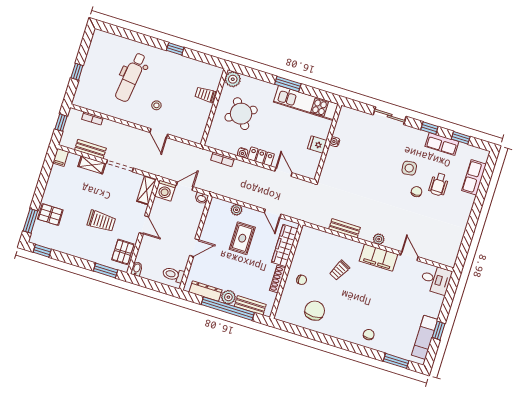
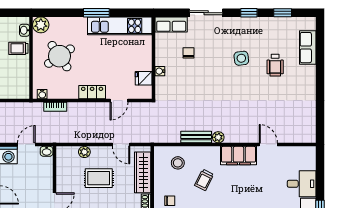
washbasin: (216, 79) -> (24, 30), added
water cooler: (335, 142) -> (160, 71), moved
row of seats: (442, 144) -> (171, 24), moved
fridge: (317, 145) -> (144, 78), moved
water cooler: (243, 153) -> (42, 94), moved
door: (283, 172) -> (119, 101), swing flipped
chair: (416, 192) -> (188, 53), moved
rug: (242, 238) -> (99, 178), turned 90
plant: (379, 239) -> (218, 137), moved
stool: (320, 247) -> (178, 163), added
desk: (436, 279) -> (302, 184), moved

